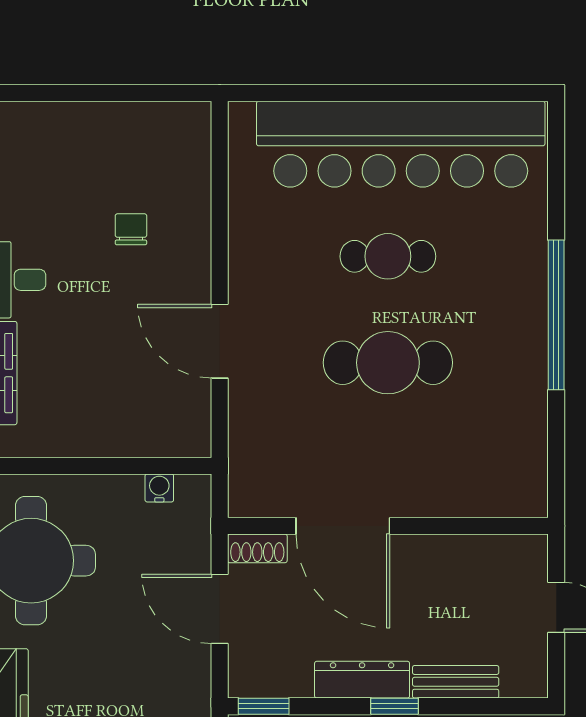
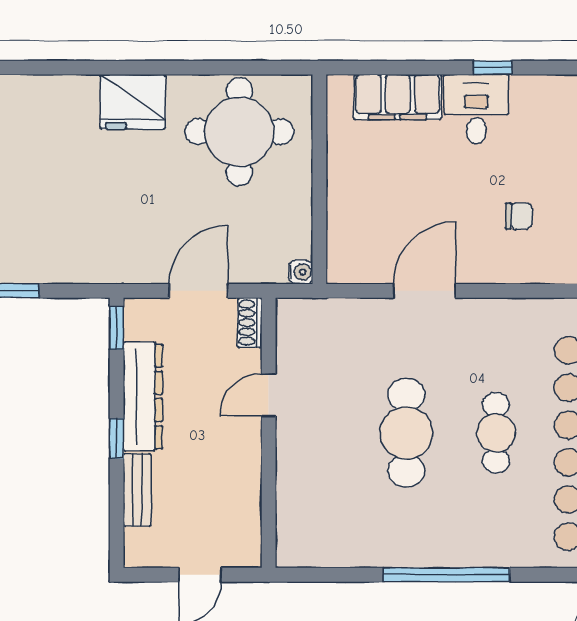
water cooler: (159, 488) -> (301, 272), moved
door: (343, 526) -> (269, 395), width x0.53
dresser: (362, 680) -> (143, 396), width x1.37, depth x1.24

